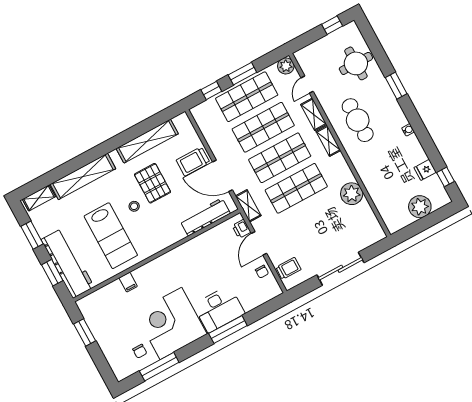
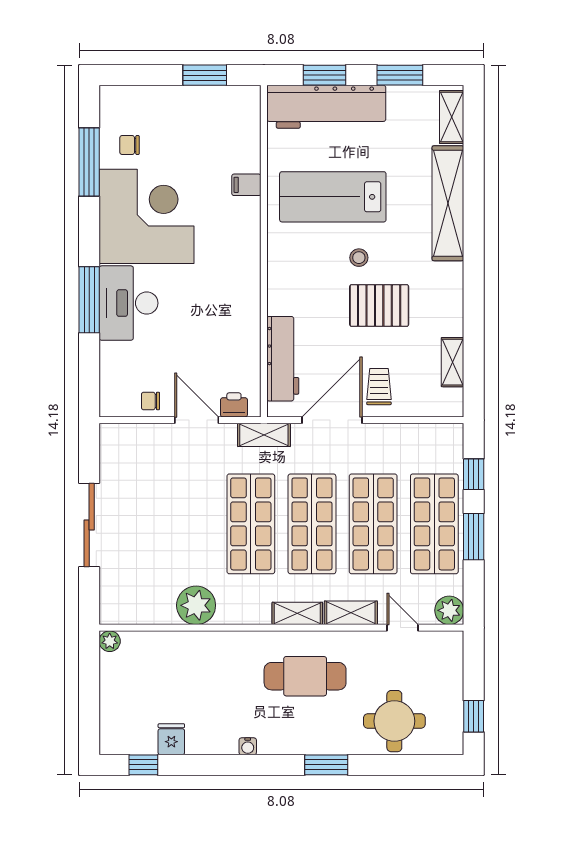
shelving: (147, 141) -> (452, 362), width x0.45, depth x0.75
trolley: (193, 161) -> (379, 387), width x0.73, depth x0.72
plant: (420, 207) -> (110, 641), moved, width x0.53, depth x0.53
trolley: (288, 268) -> (133, 445), removed

